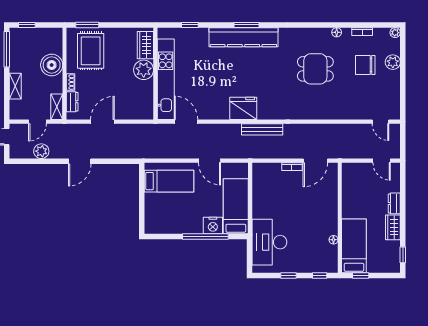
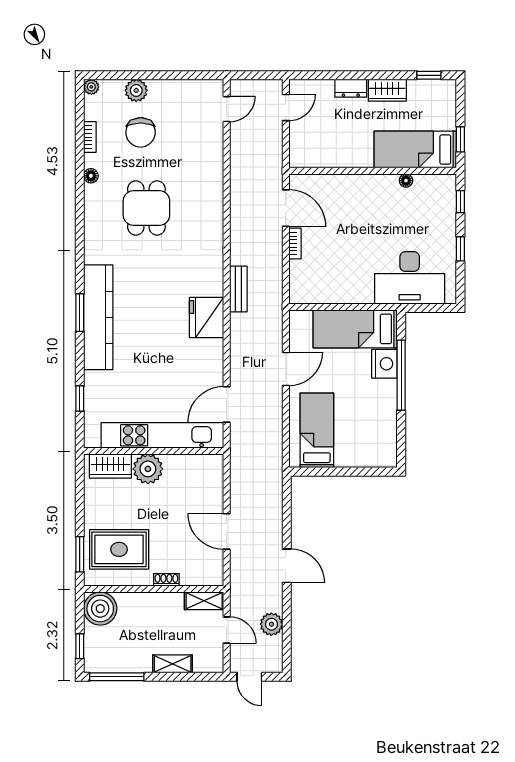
boiler: (52, 65) -> (100, 609), moved
dresser: (72, 102) -> (196, 577), removed
bench: (262, 129) -> (238, 289), width x0.73

